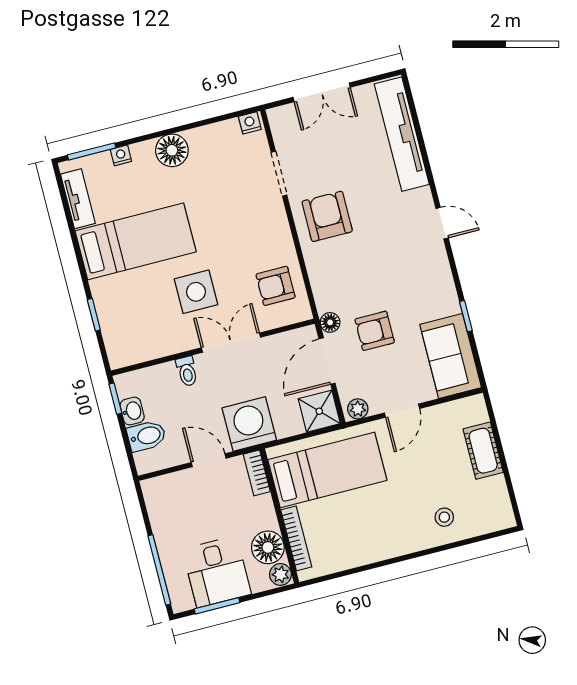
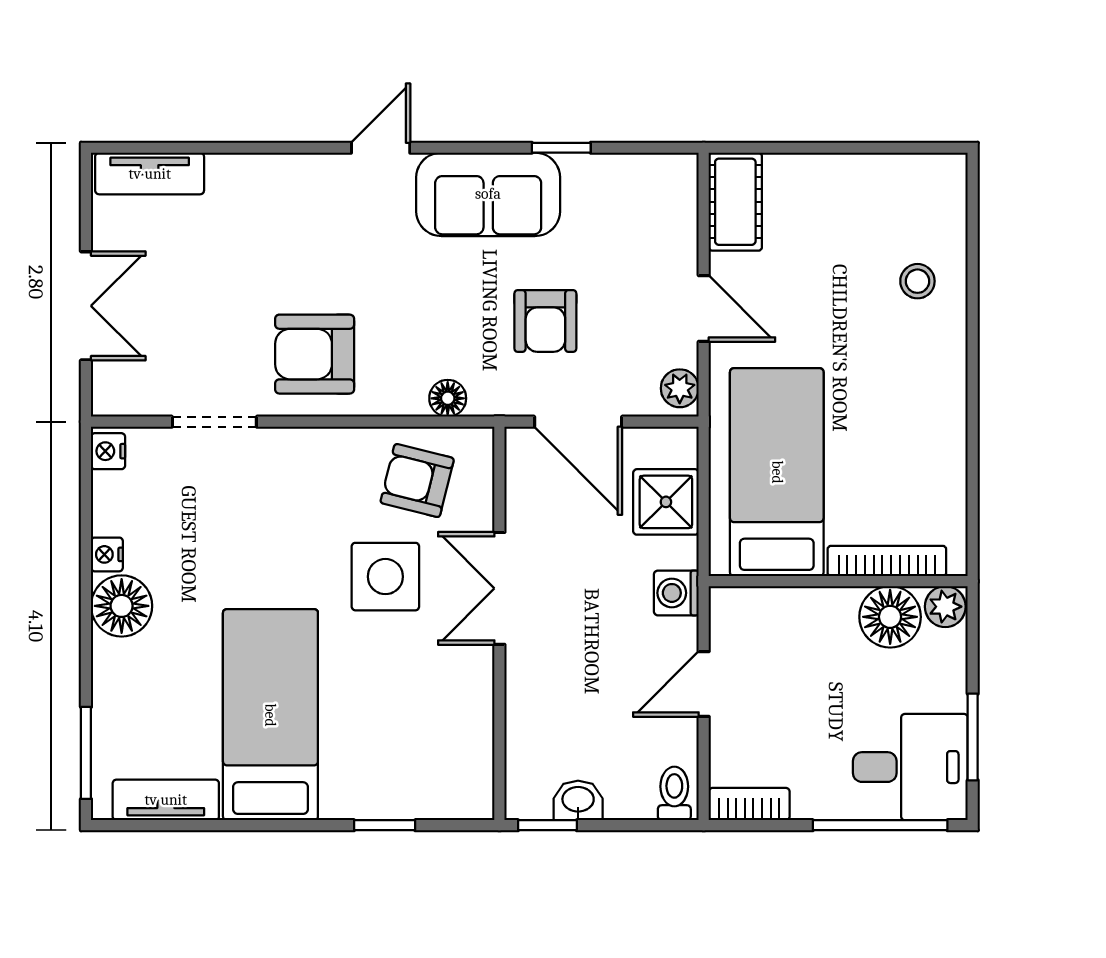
tv unit: (402, 134) -> (150, 174), width x0.52, depth x0.78
nightstand: (121, 155) -> (107, 554), moved
armchair: (276, 286) -> (417, 481), turned 104
side table: (196, 292) -> (385, 577), moved
floor lamp: (330, 322) -> (448, 398), moved
sofa: (451, 356) -> (488, 194), moved
toilet: (187, 371) -> (674, 793), moved, turned -90
shower: (319, 411) -> (666, 502), moved
washing machine: (249, 424) -> (676, 593), width x0.53, depth x0.53
bidet: (146, 436) -> (630, 786), removed
cot: (483, 451) -> (735, 202), moved, turned 90
bookcase: (257, 473) -> (749, 804), moved, turned 180
desk: (217, 572) -> (910, 767), moved

